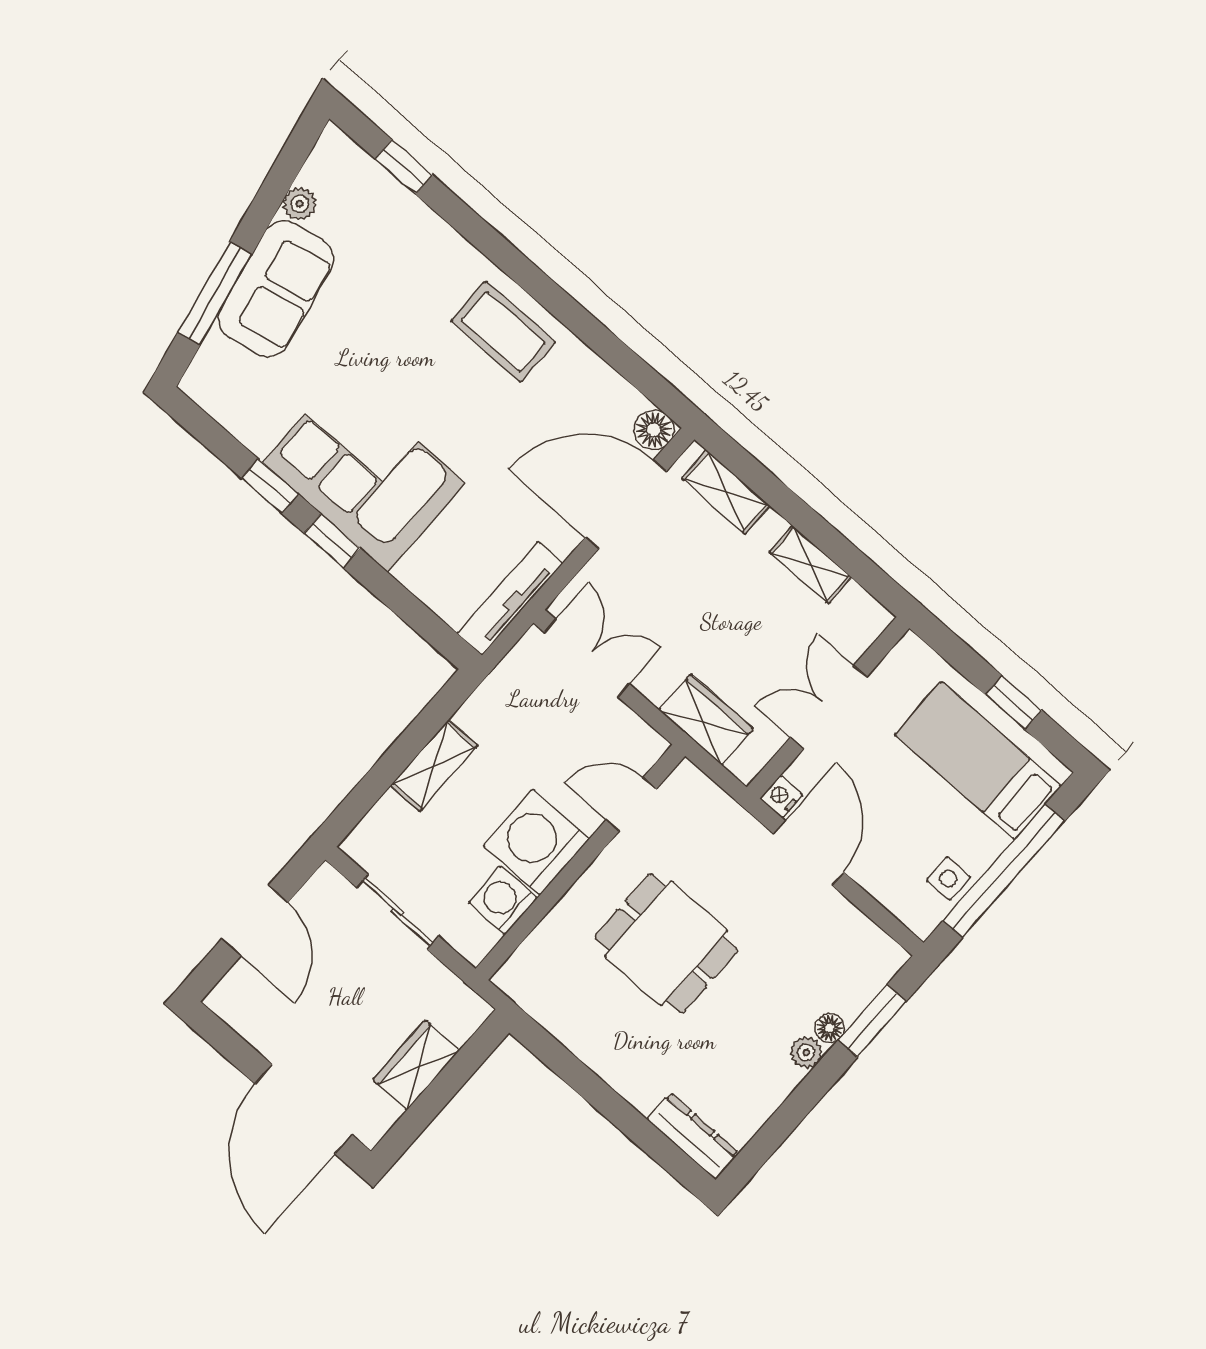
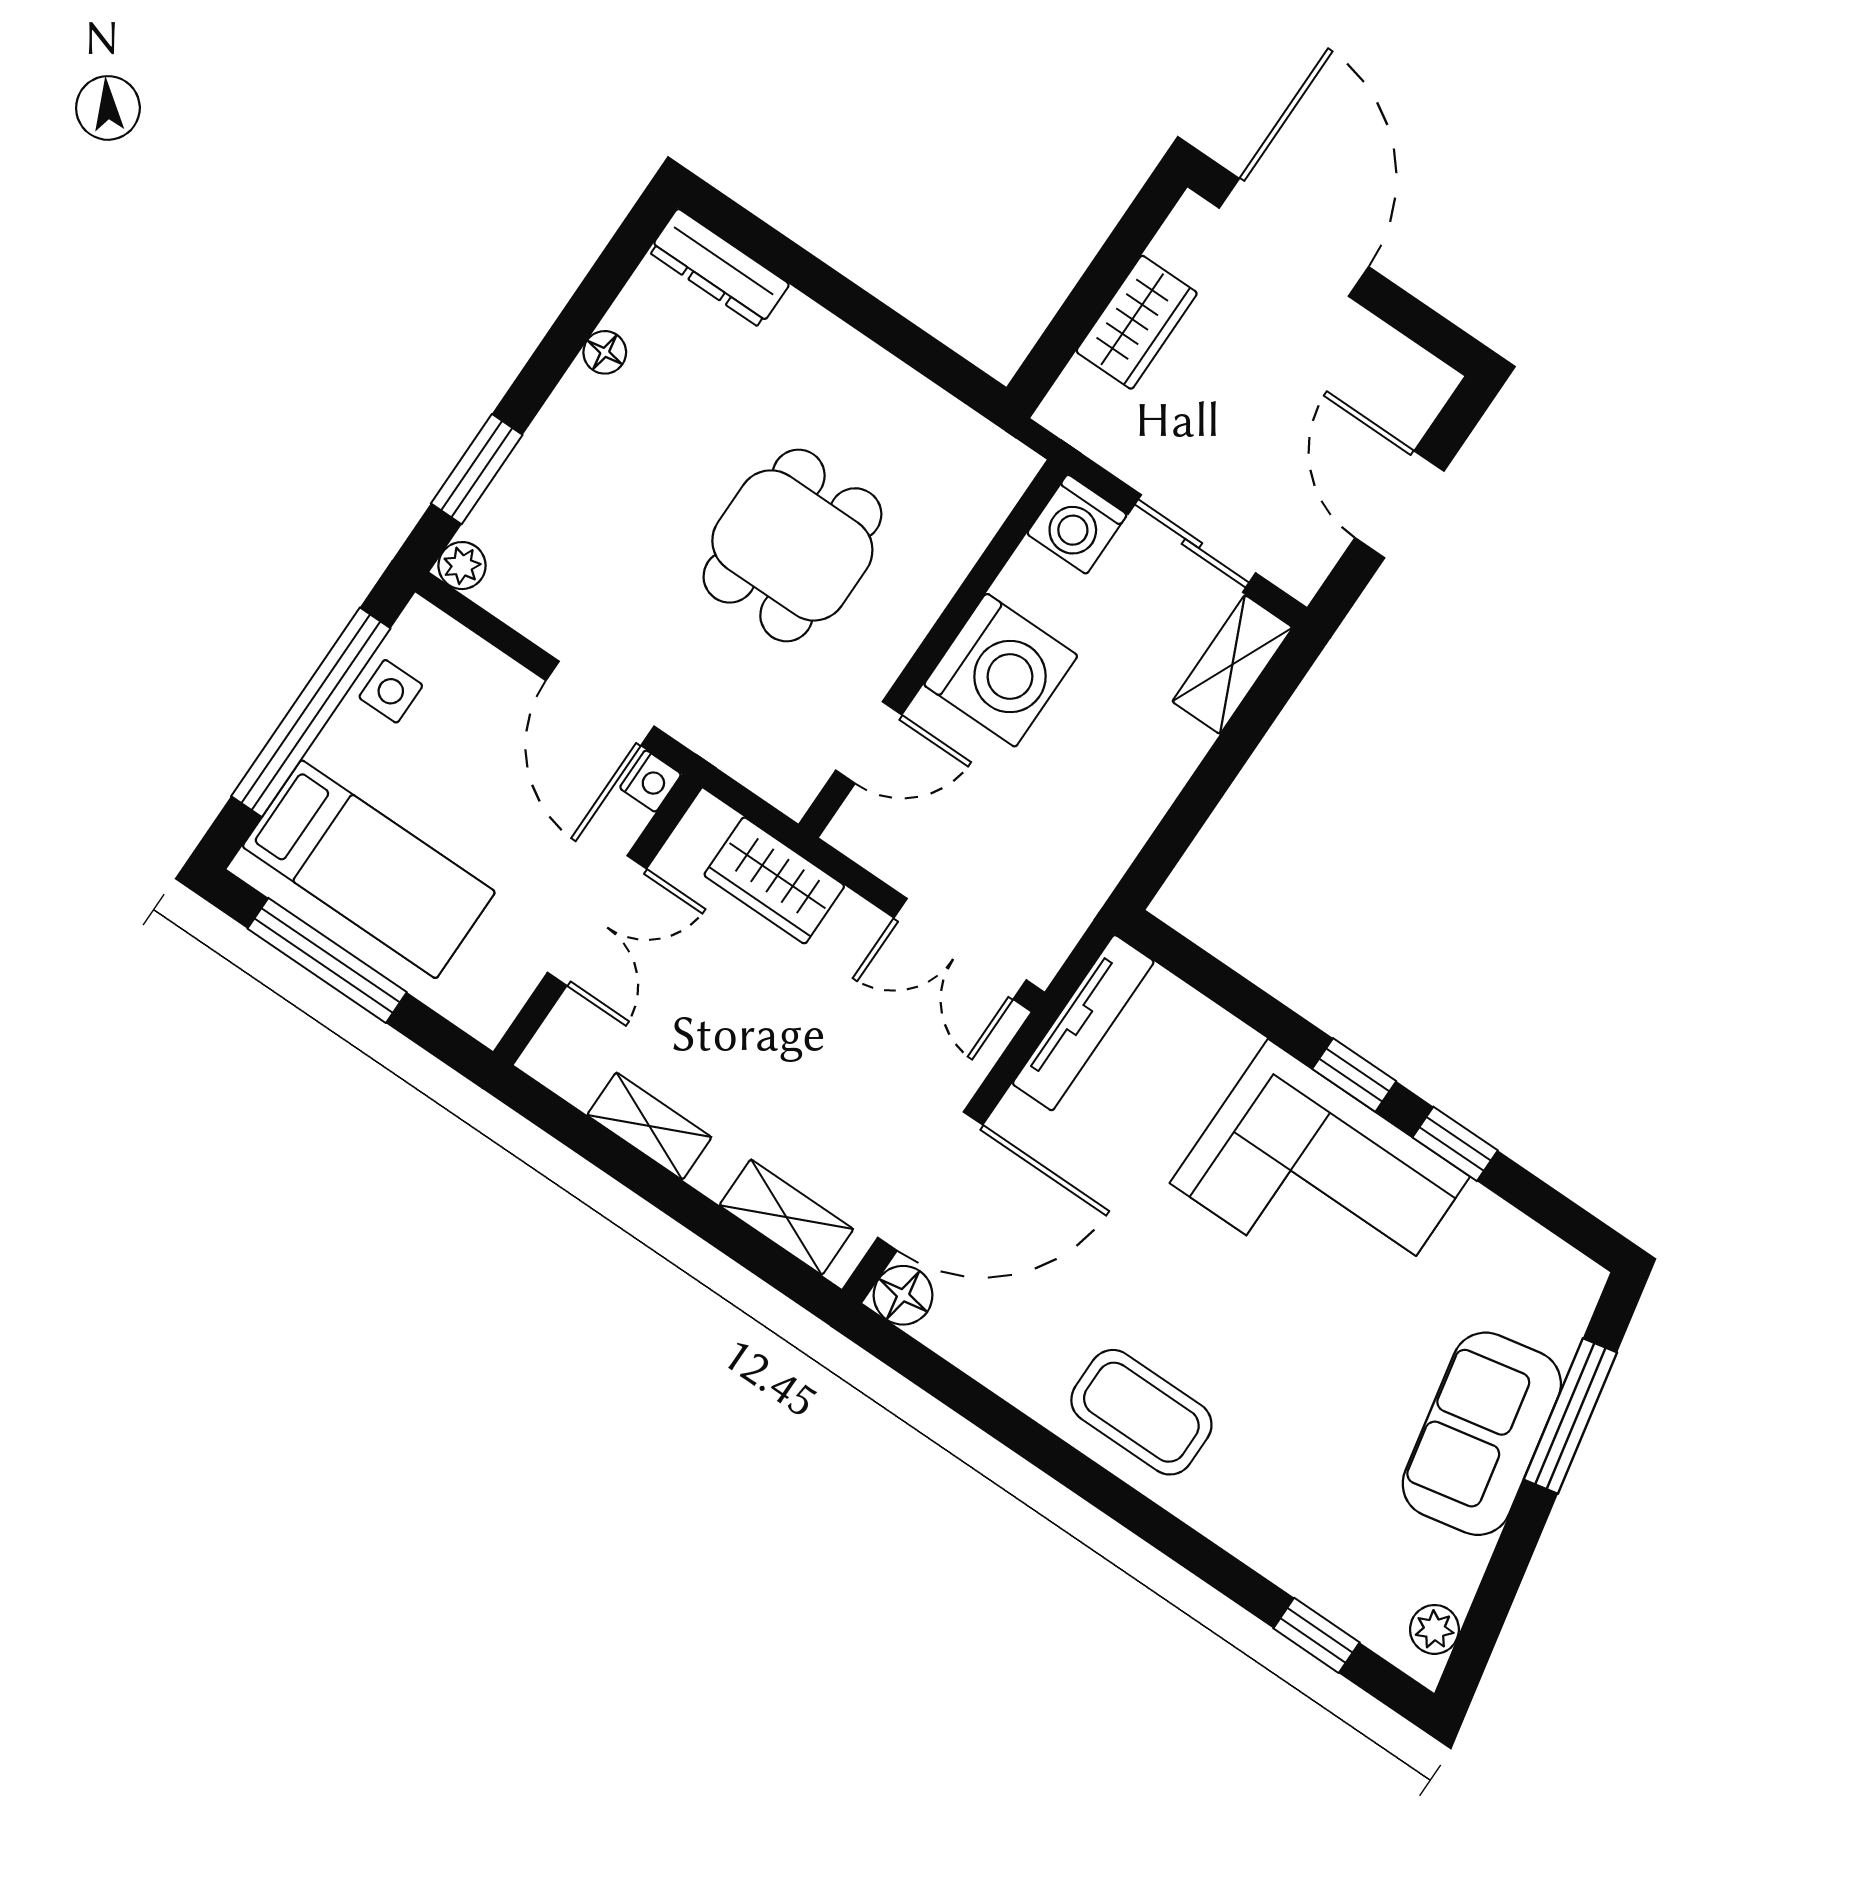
plant: (300, 204) -> (1434, 1629), moved
window: (1014, 703) -> (327, 960), width x2.17
shelving: (434, 765) -> (1232, 665), moved
washing machine: (503, 900) -> (1077, 524), moved, turned 90
dining table: (666, 943) -> (792, 545), turned 90
floor lamp: (830, 1028) -> (605, 352), moved
plant: (806, 1053) -> (462, 566), moved

